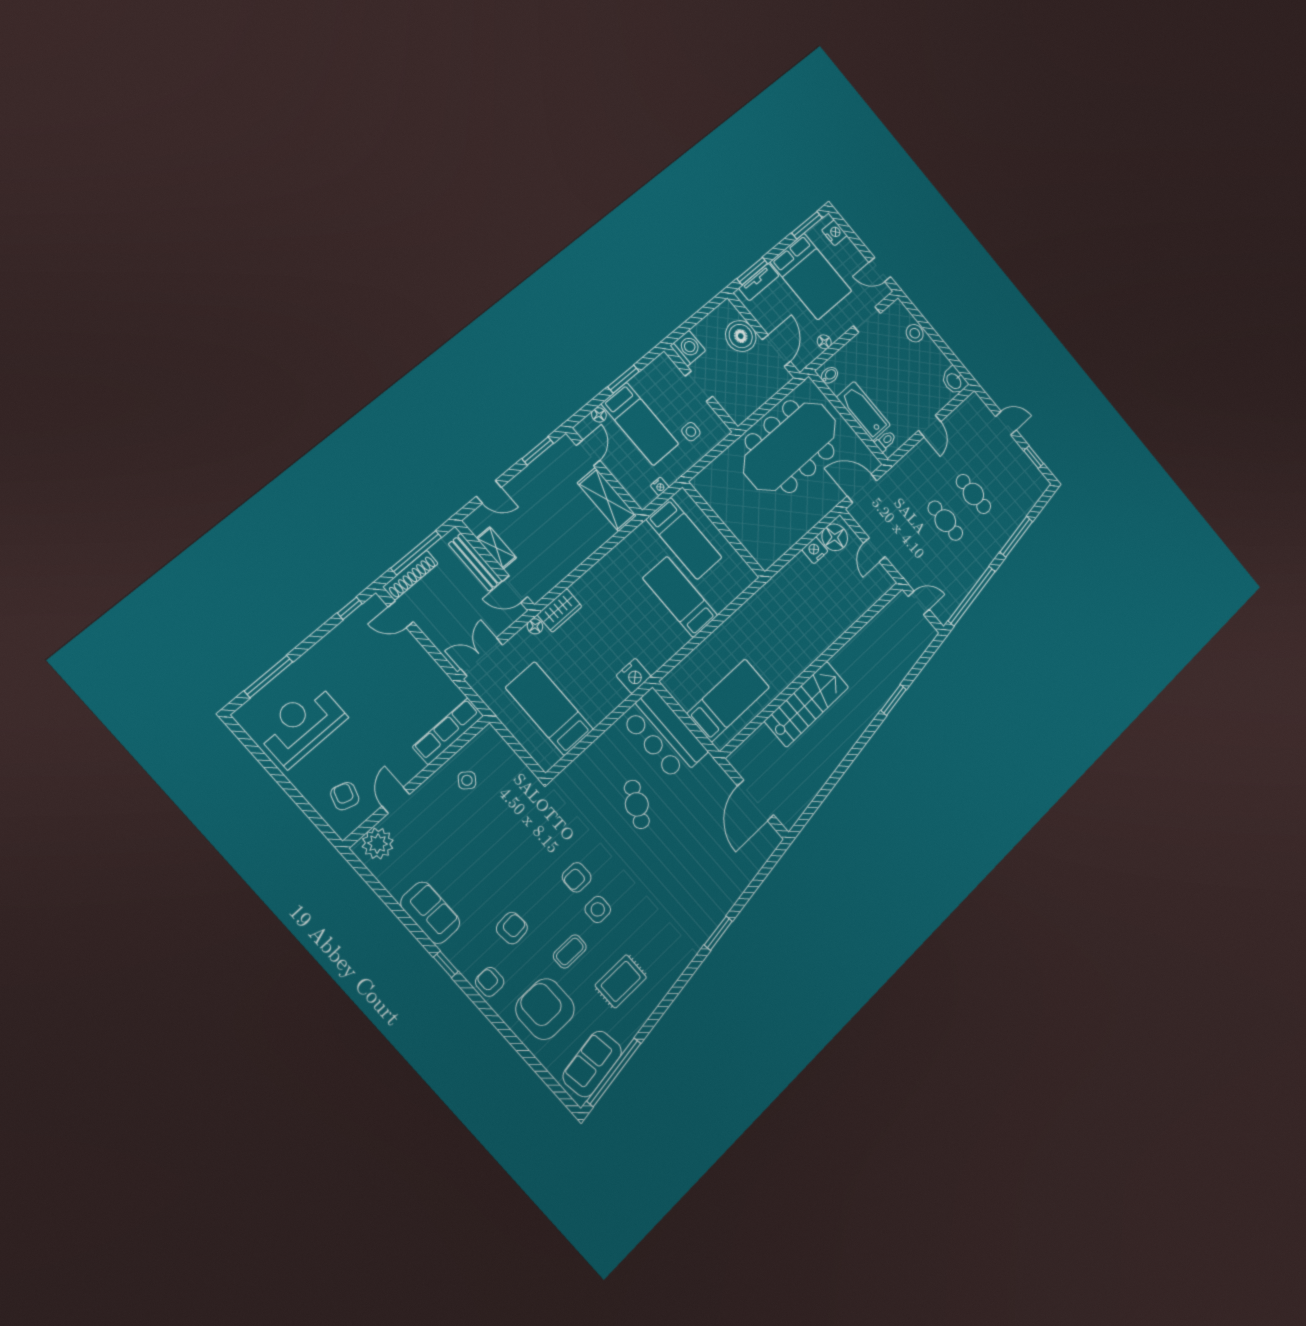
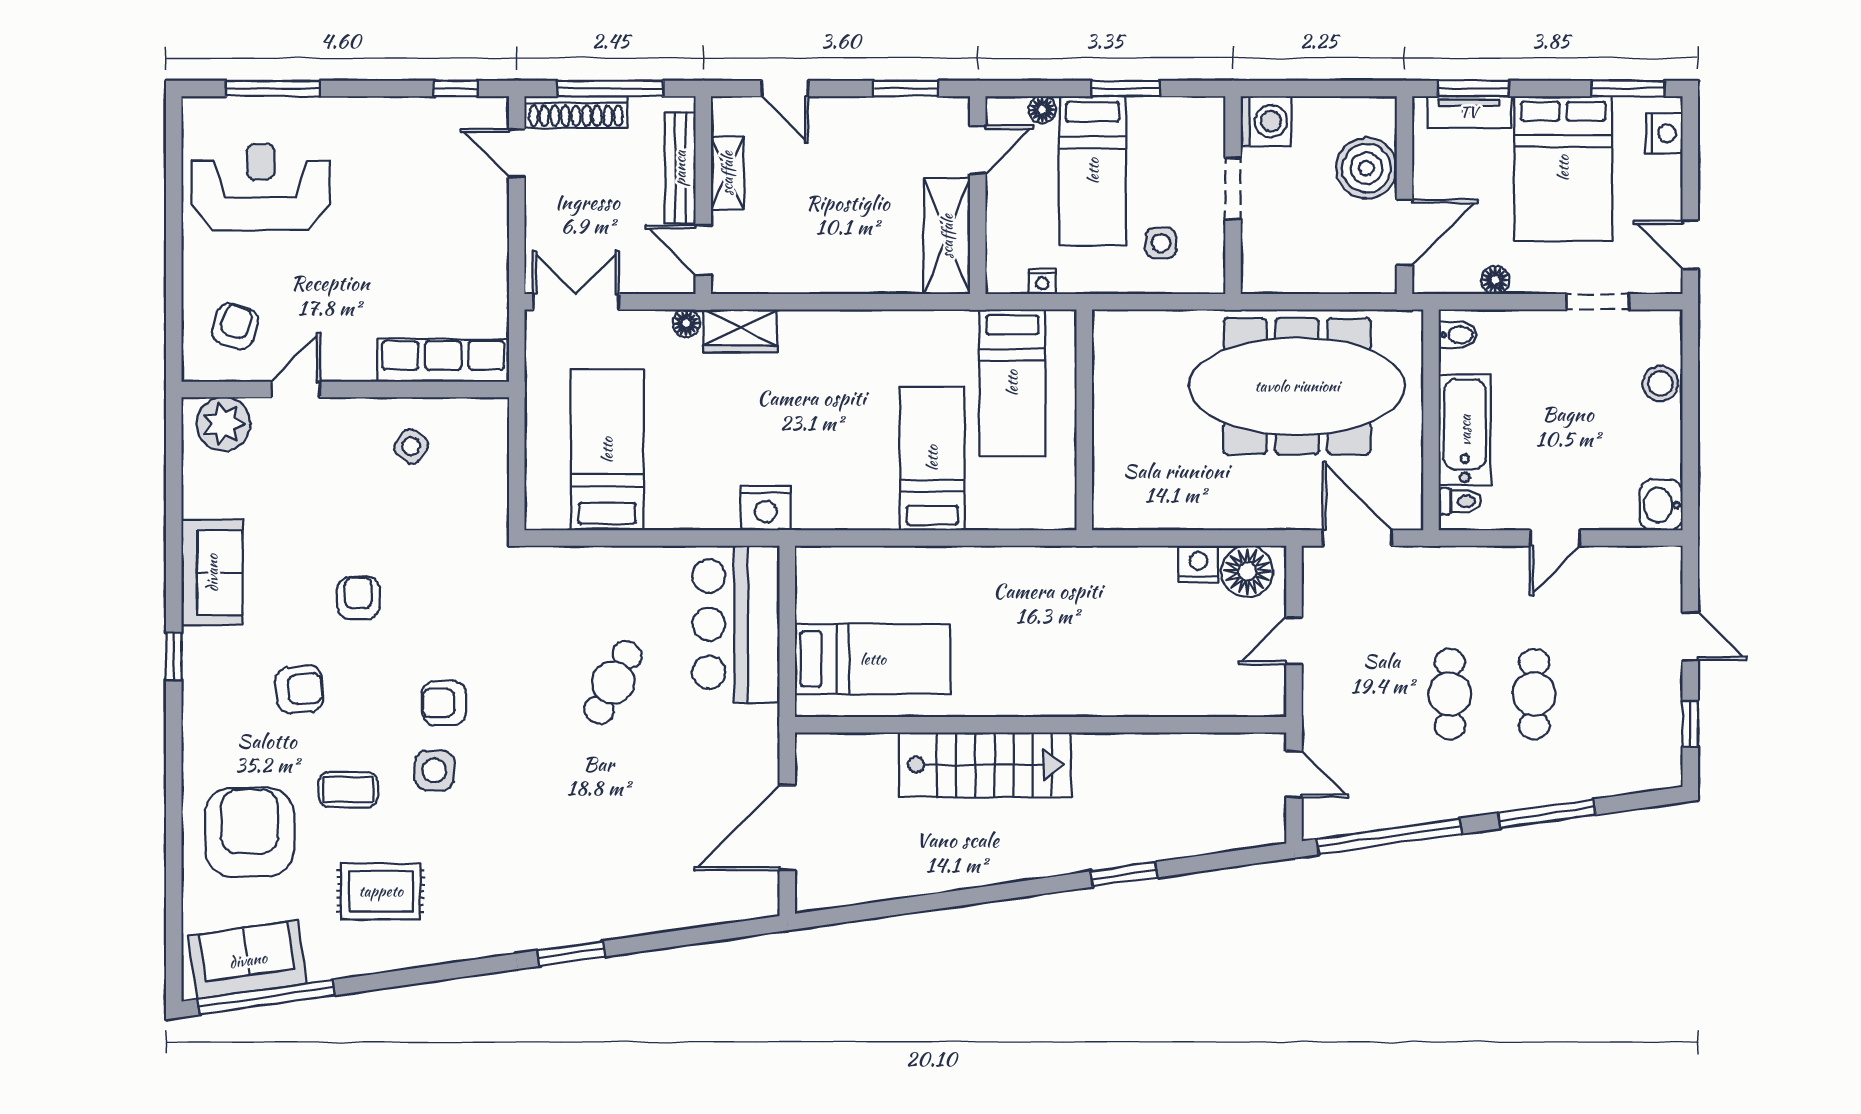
armchair: (490, 982) -> (358, 598), moved

